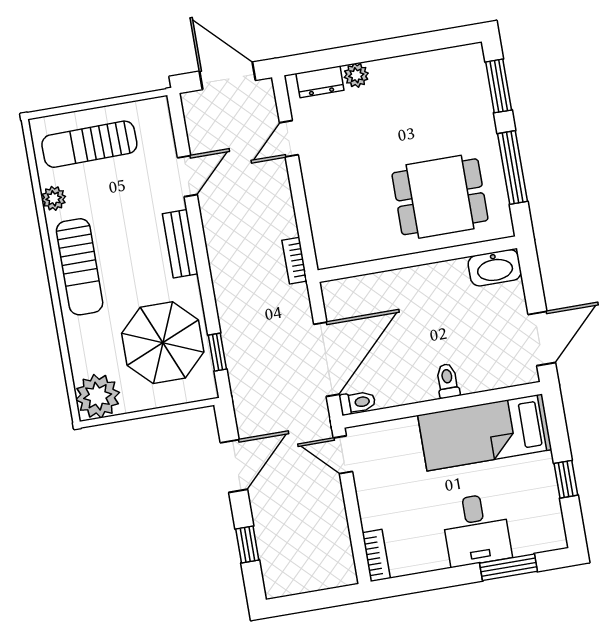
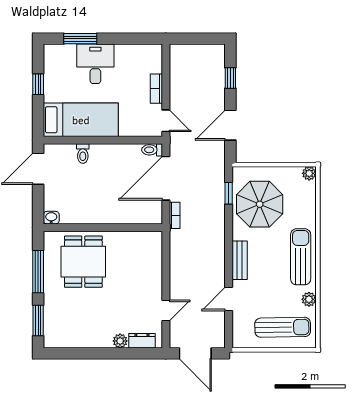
dining table: (440, 197) -> (83, 262), turned 90
bookcase: (295, 261) -> (175, 215), moved
washbasin: (495, 268) -> (51, 218), width x0.52, depth x0.69
toilet: (448, 381) -> (83, 154), moved
plant: (98, 396) -> (309, 173), width x0.53, depth x0.53
bookcase: (376, 556) -> (156, 89), moved

